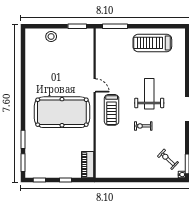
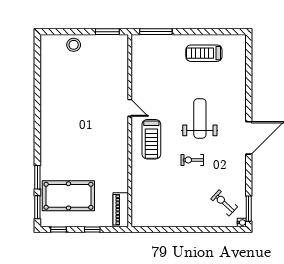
treadmill: (152, 43) -> (204, 53), width x0.73, depth x0.73
pool table: (62, 112) -> (68, 196), moved, width x0.73, depth x0.76

